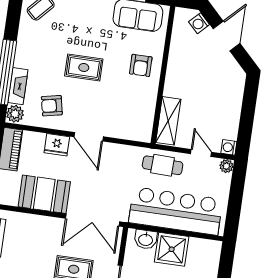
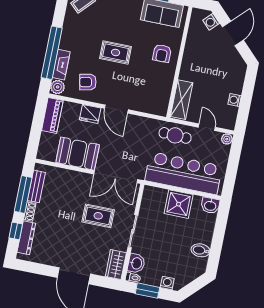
washing machine: (229, 147) -> (235, 100), moved
washbasin: (146, 239) -> (210, 205), moved

